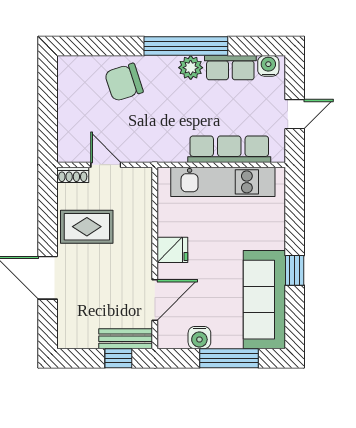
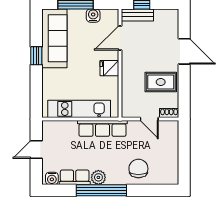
chair: (124, 82) -> (138, 169), turned -72
row of seats: (229, 149) -> (102, 128), moved

